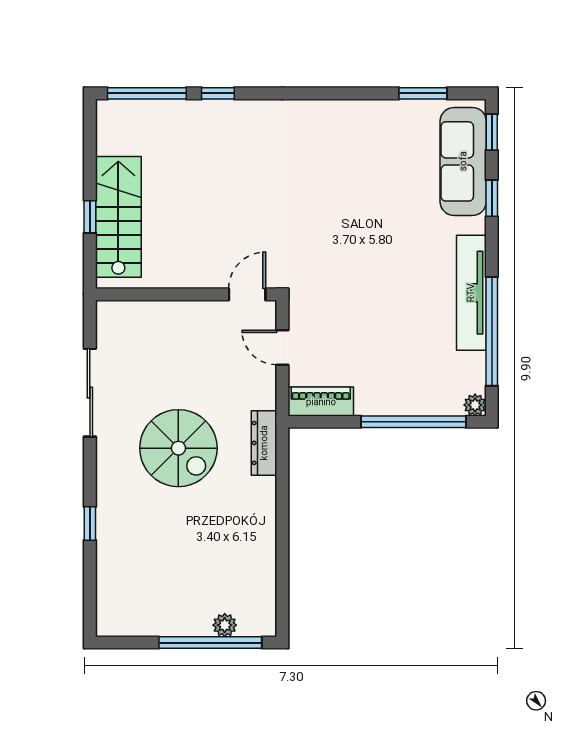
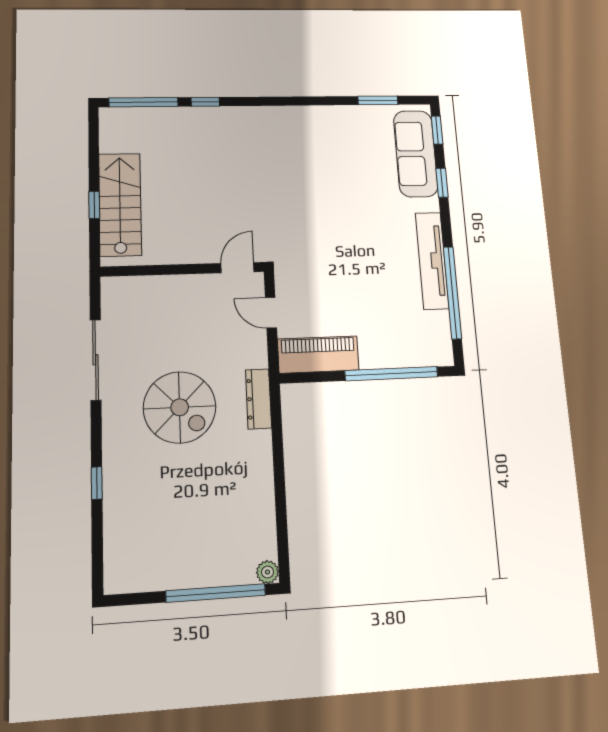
piano: (321, 402) -> (318, 354), width x1.37, depth x1.33
plant: (475, 405) -> (444, 357), removed
plant: (225, 625) -> (267, 572), moved

